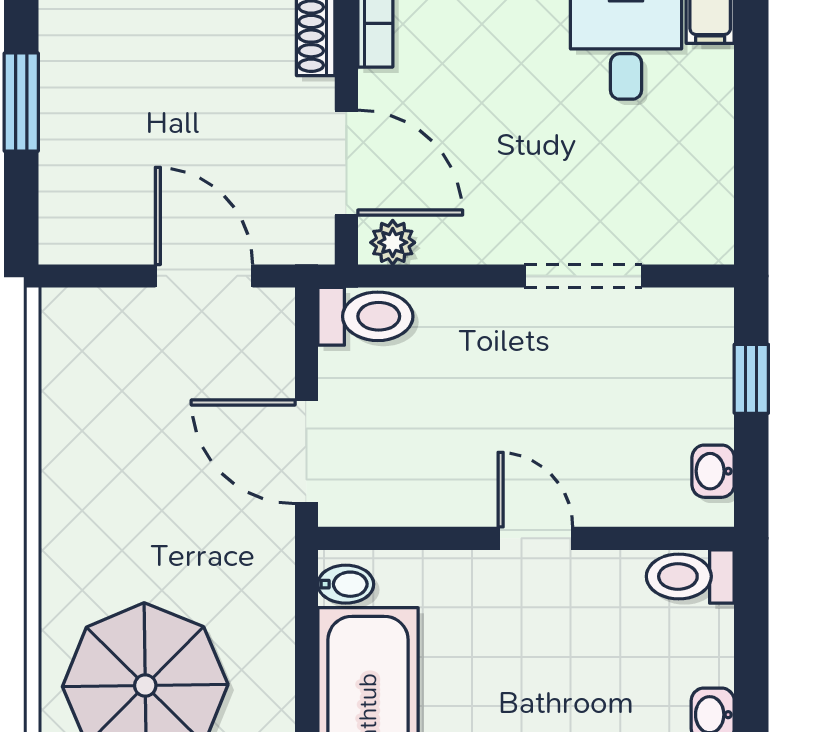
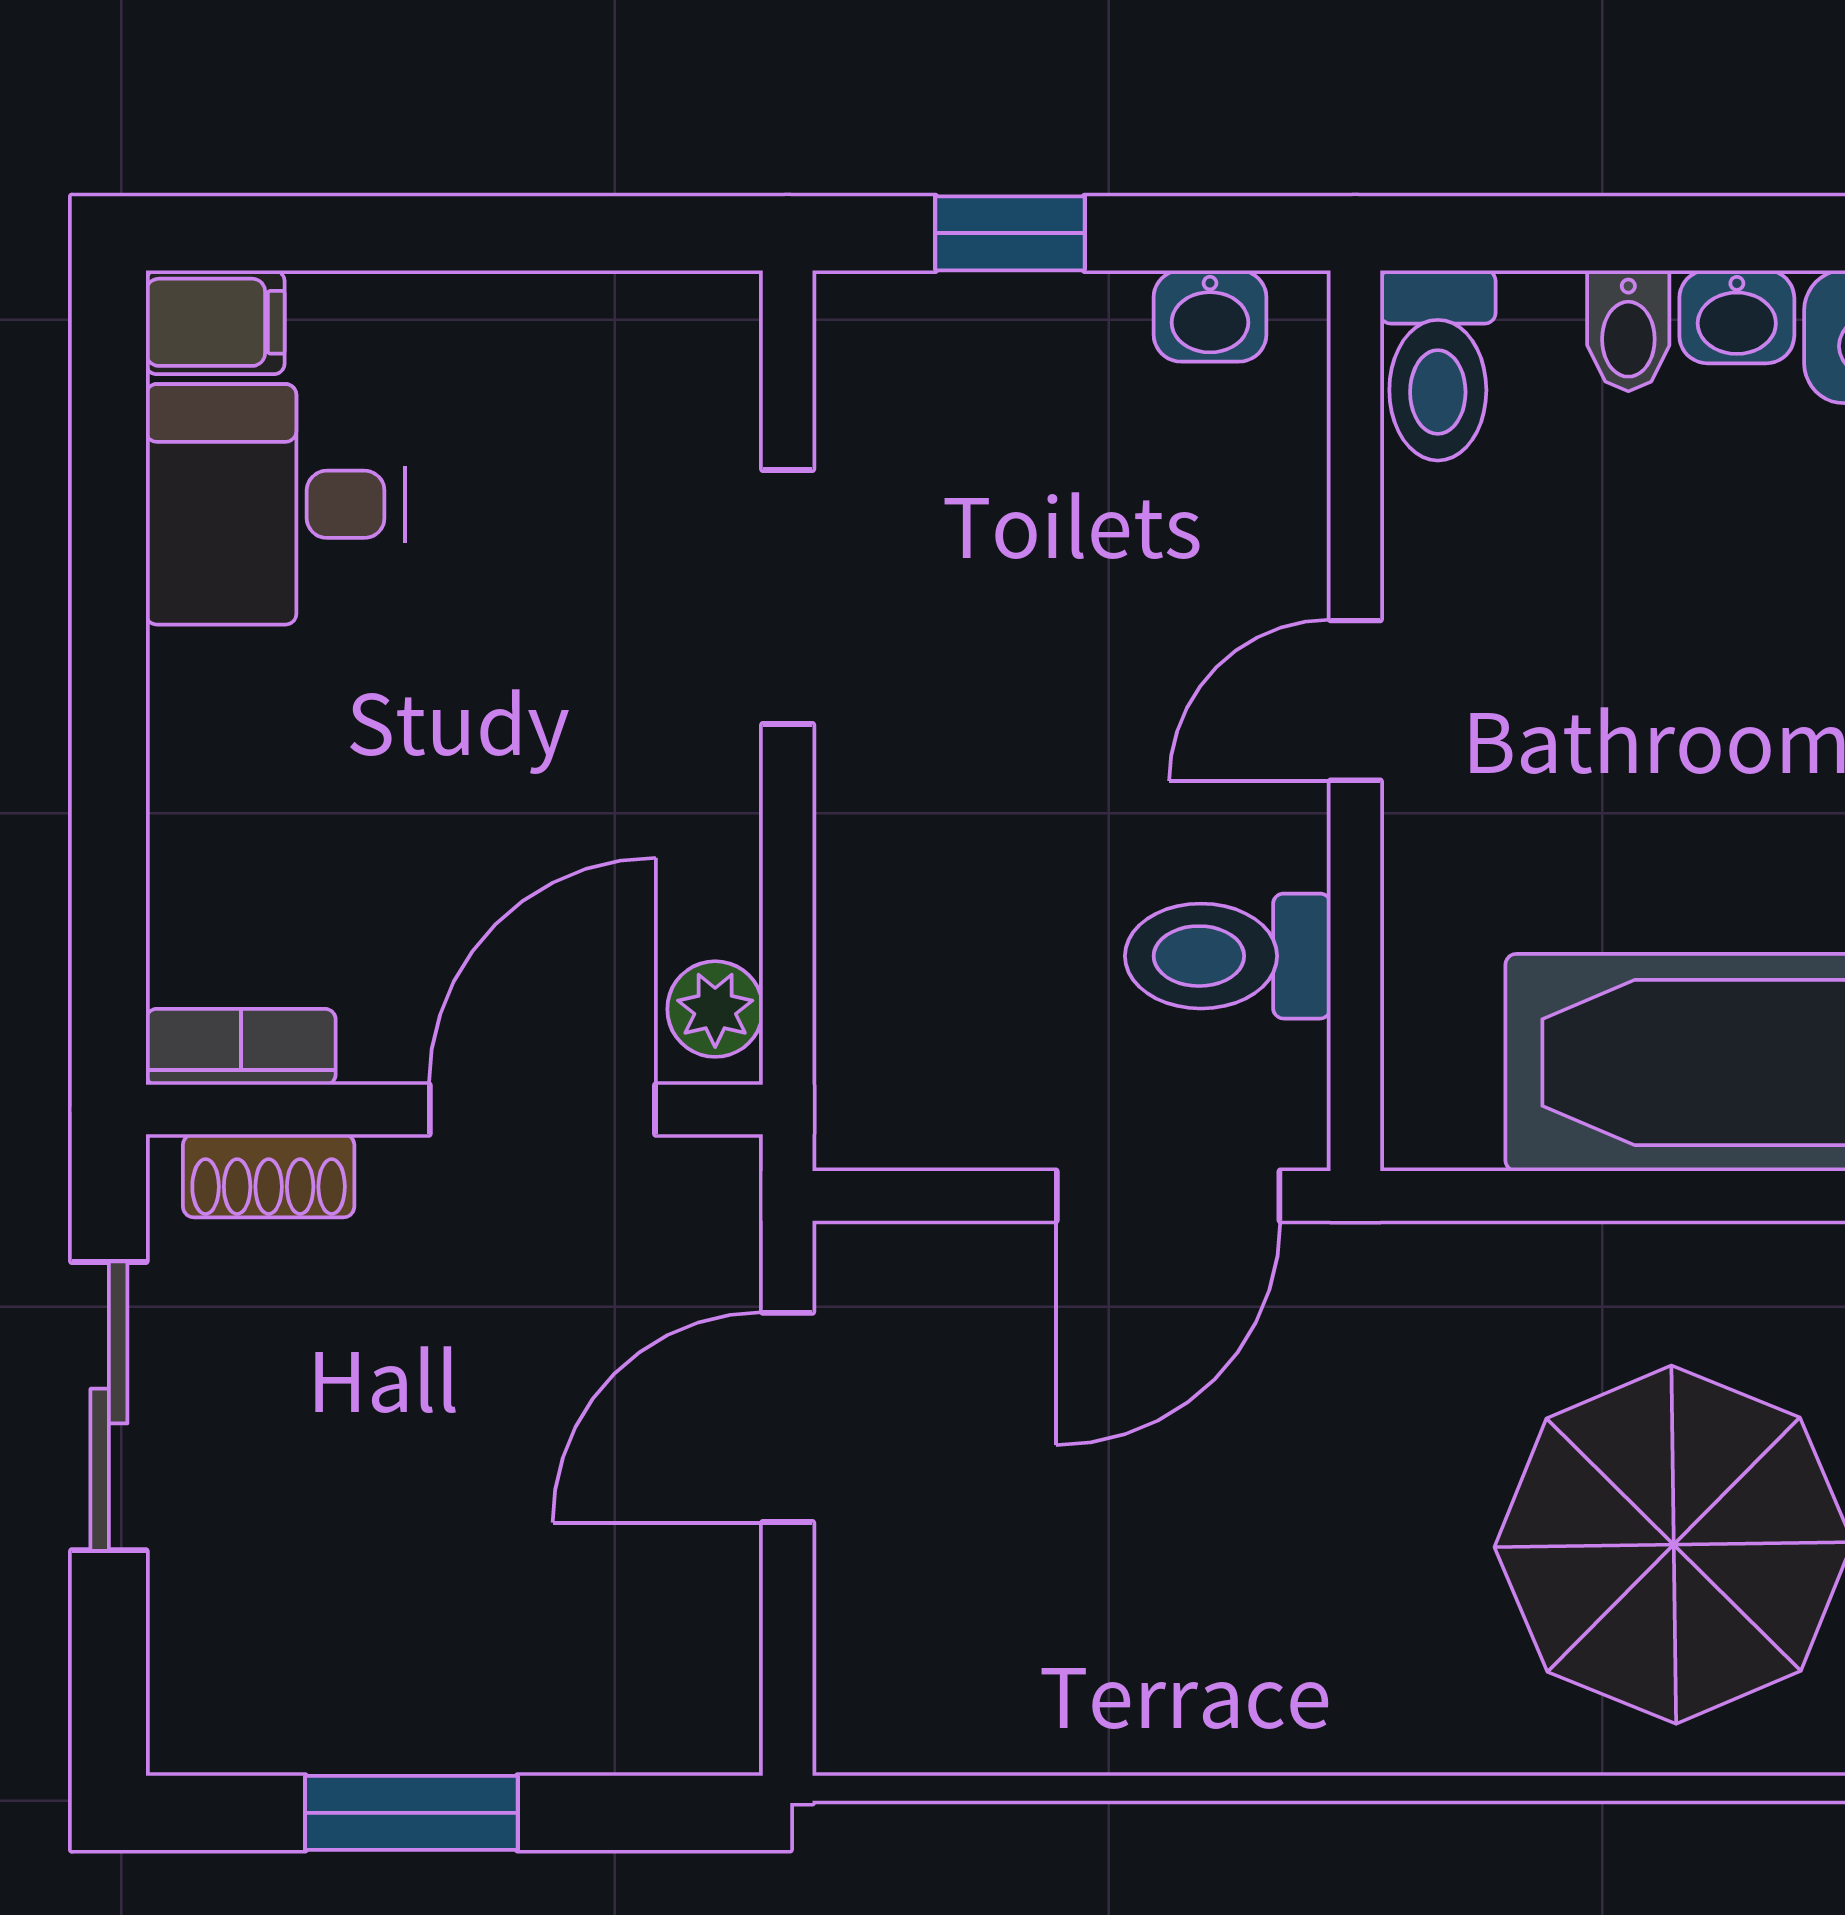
toilet: (365, 316) -> (1228, 956), moved, turned -90
bidet: (346, 584) -> (1628, 331), moved, turned 180

